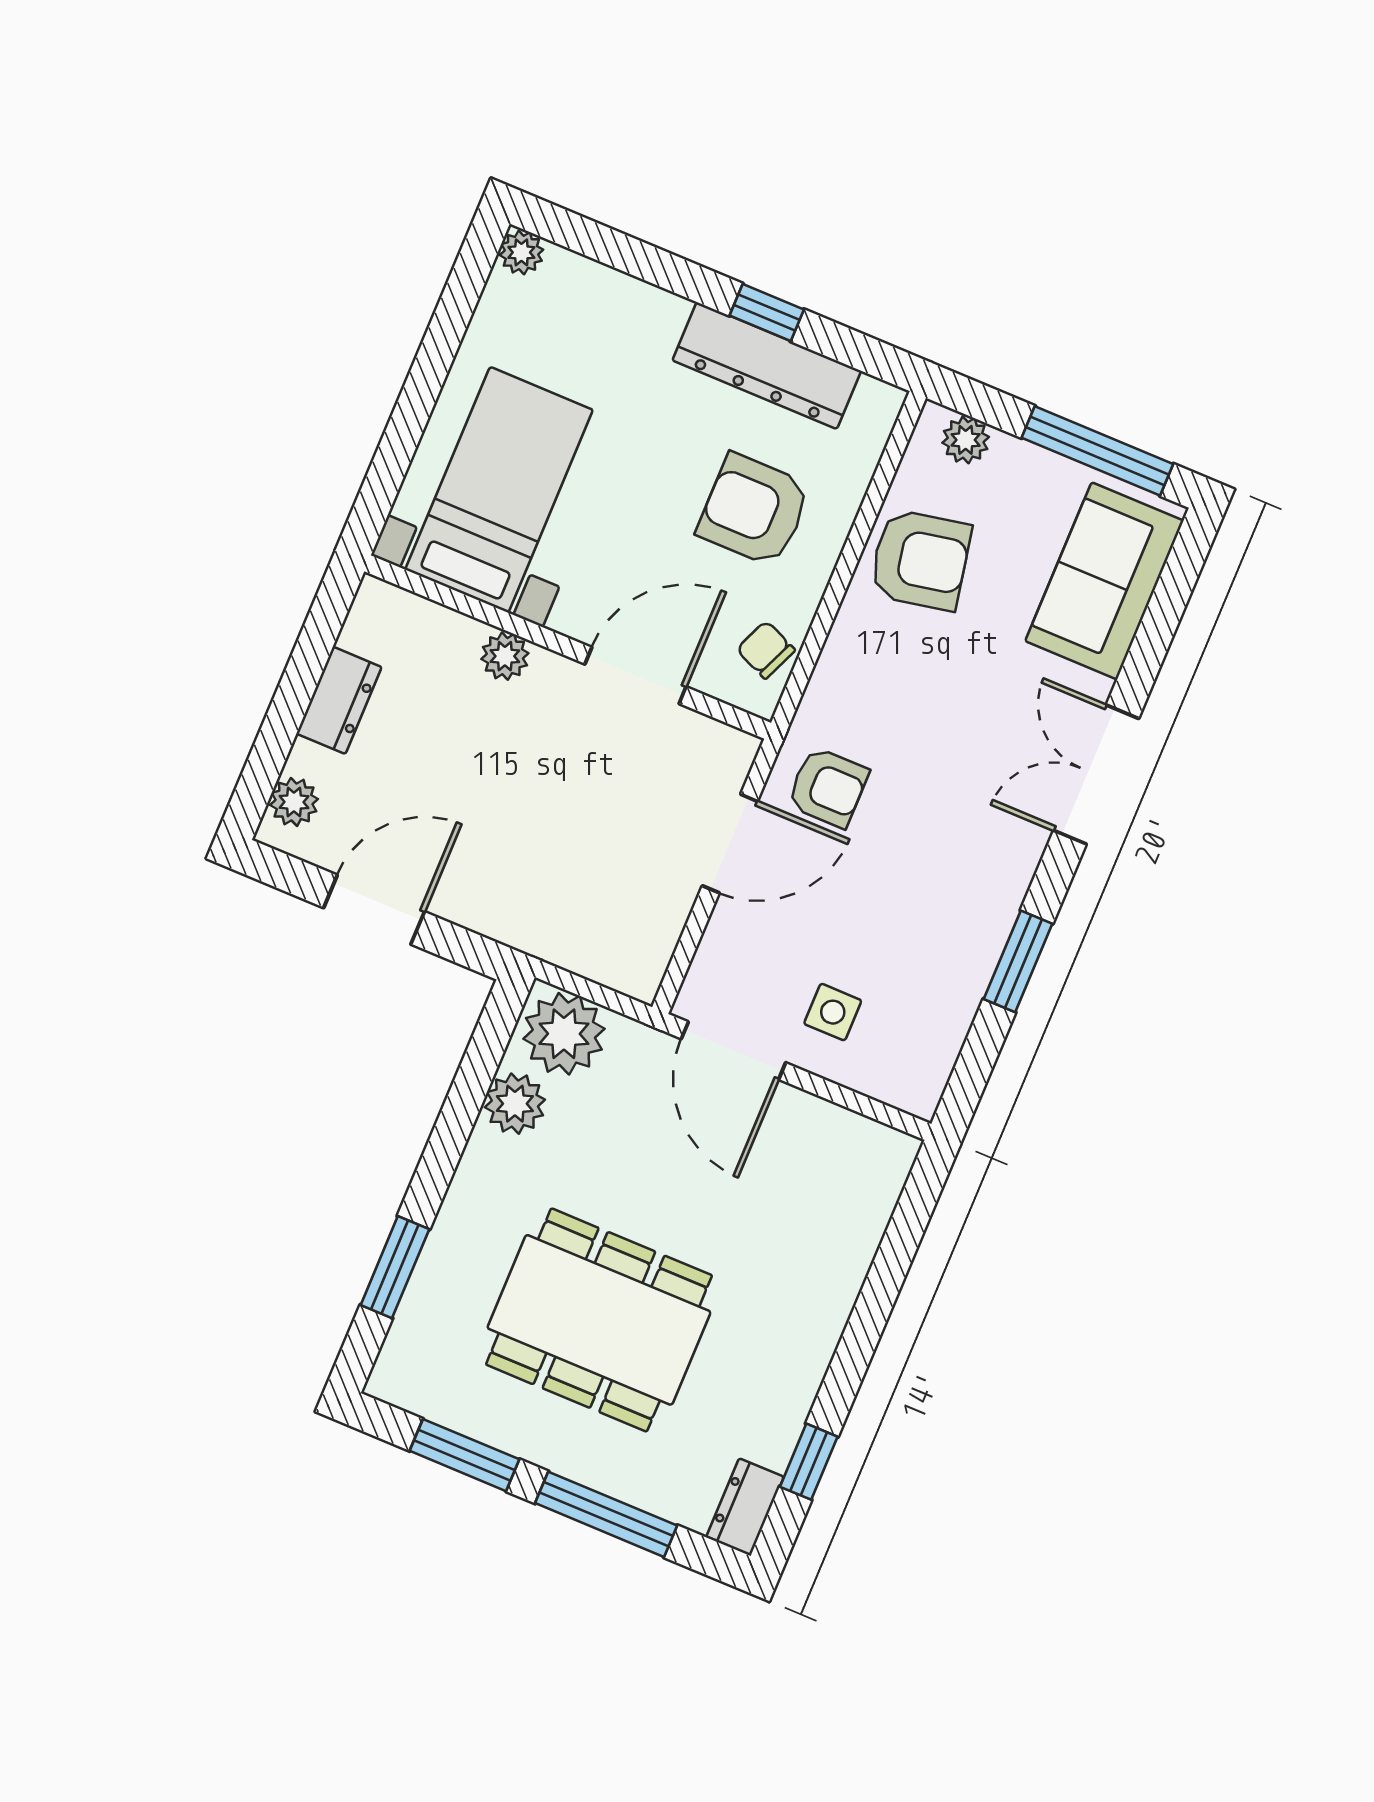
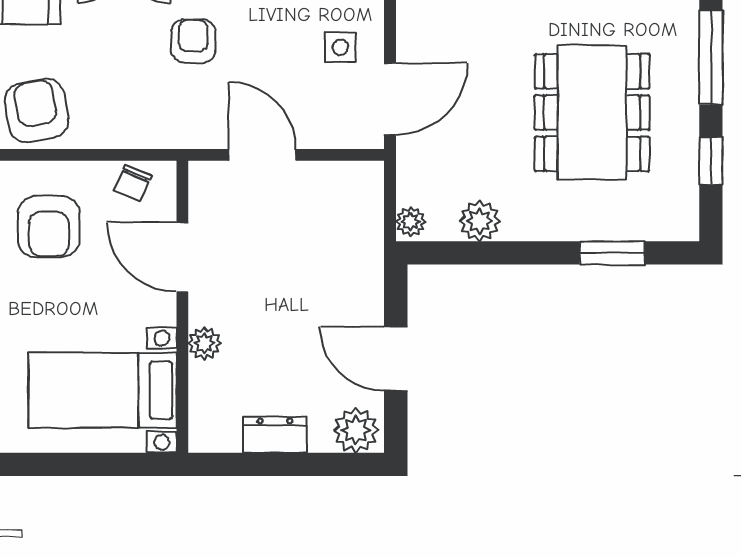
armchair: (828, 787) -> (193, 41), moved
plant: (294, 802) -> (356, 430), width x1.38, depth x1.38
plant: (564, 1034) -> (411, 222), width x0.53, depth x0.53
window: (465, 1455) -> (711, 161), width x0.67

